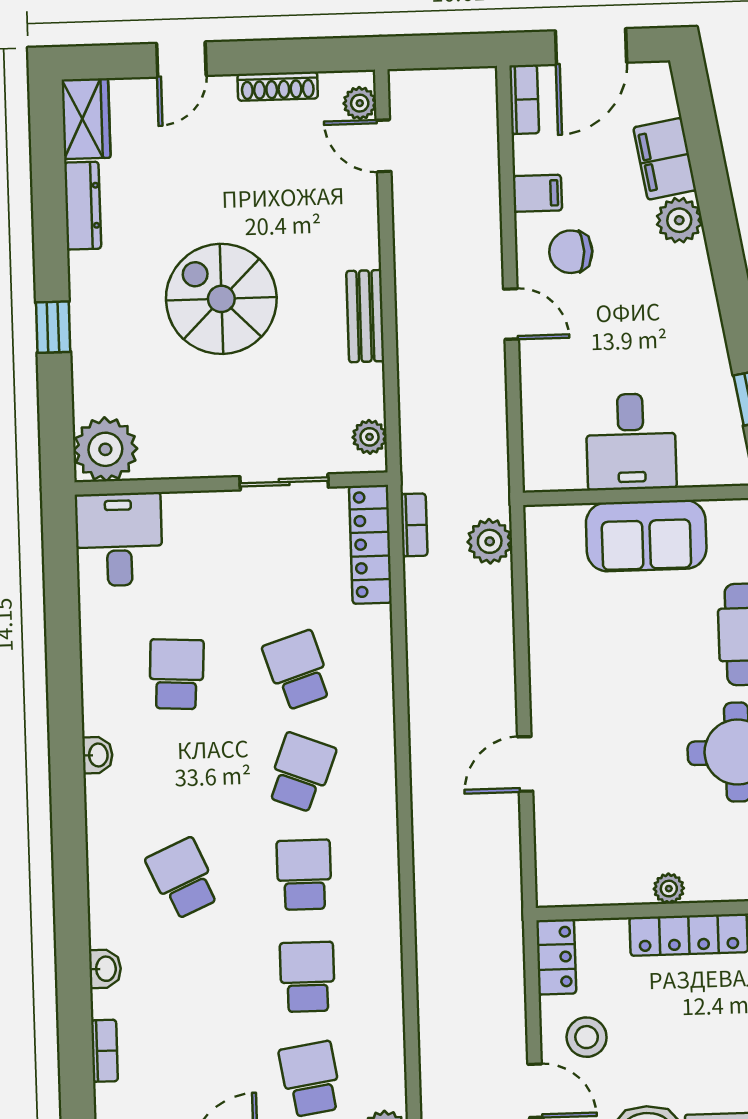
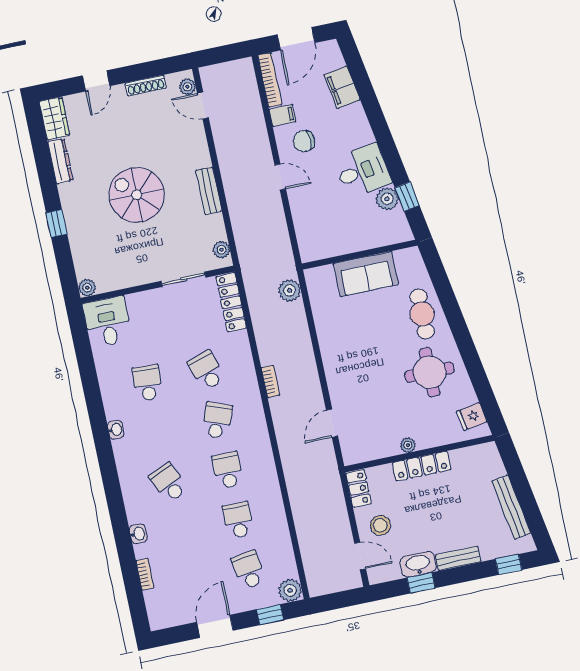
bookcase: (524, 99) -> (270, 80), width x1.56
plant: (679, 220) -> (387, 199), moved
desk: (631, 442) -> (363, 171), moved, turned -100
plant: (105, 449) -> (87, 288), width x0.53, depth x0.53
bookcase: (414, 525) -> (270, 381), moved
door: (525, 764) -> (332, 423), moved

